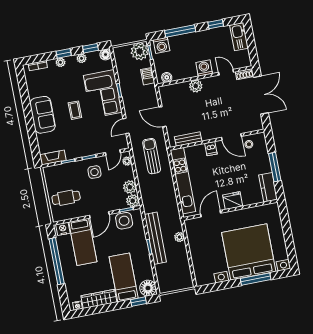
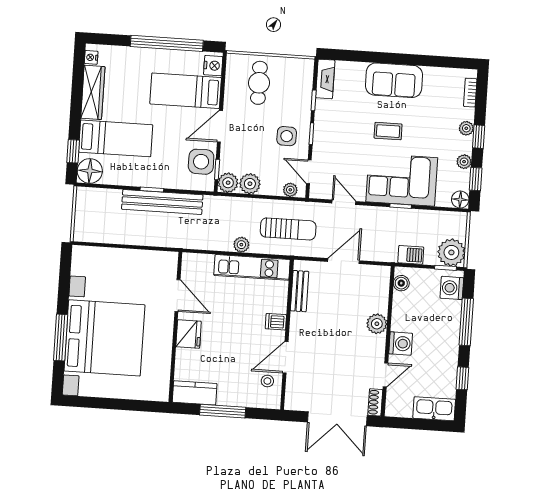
kitchen unit: (183, 181) -> (252, 267), width x0.73
door: (99, 215) -> (220, 126), hinge flipped
plant: (179, 237) -> (241, 245), moved

